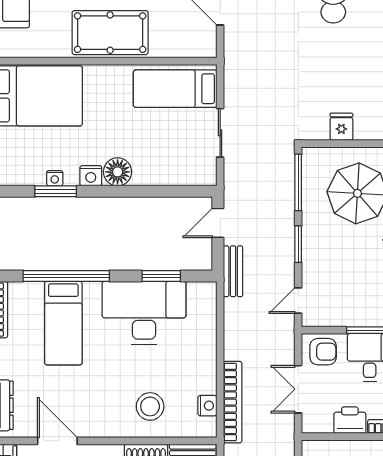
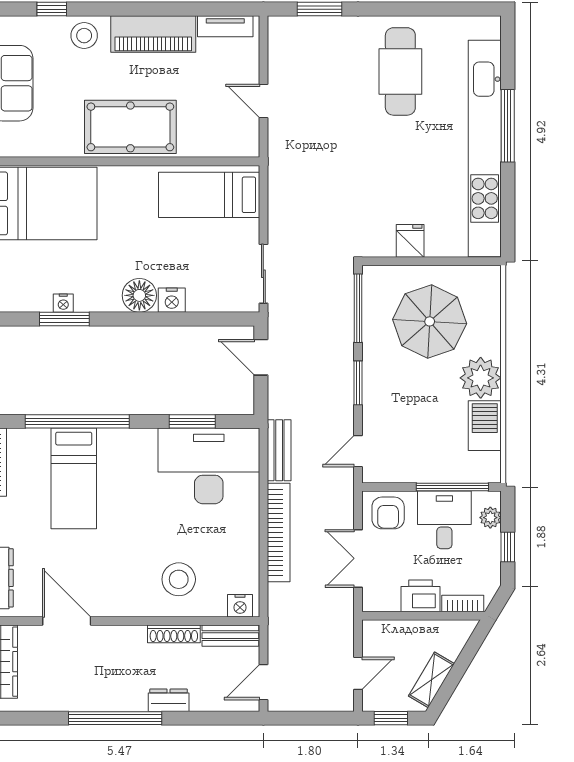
sliding door: (220, 133) -> (263, 274), moved
nightstand: (91, 176) -> (172, 300), moved
door: (218, 223) -> (261, 357), hinge flipped
bench: (233, 271) -> (279, 450), moved
desk: (144, 313) -> (209, 466), moved
armchair: (323, 352) -> (388, 513), turned 90
bookcase: (233, 402) -> (279, 532), moved
nightstand: (207, 406) -> (240, 606), moved, turned 90

